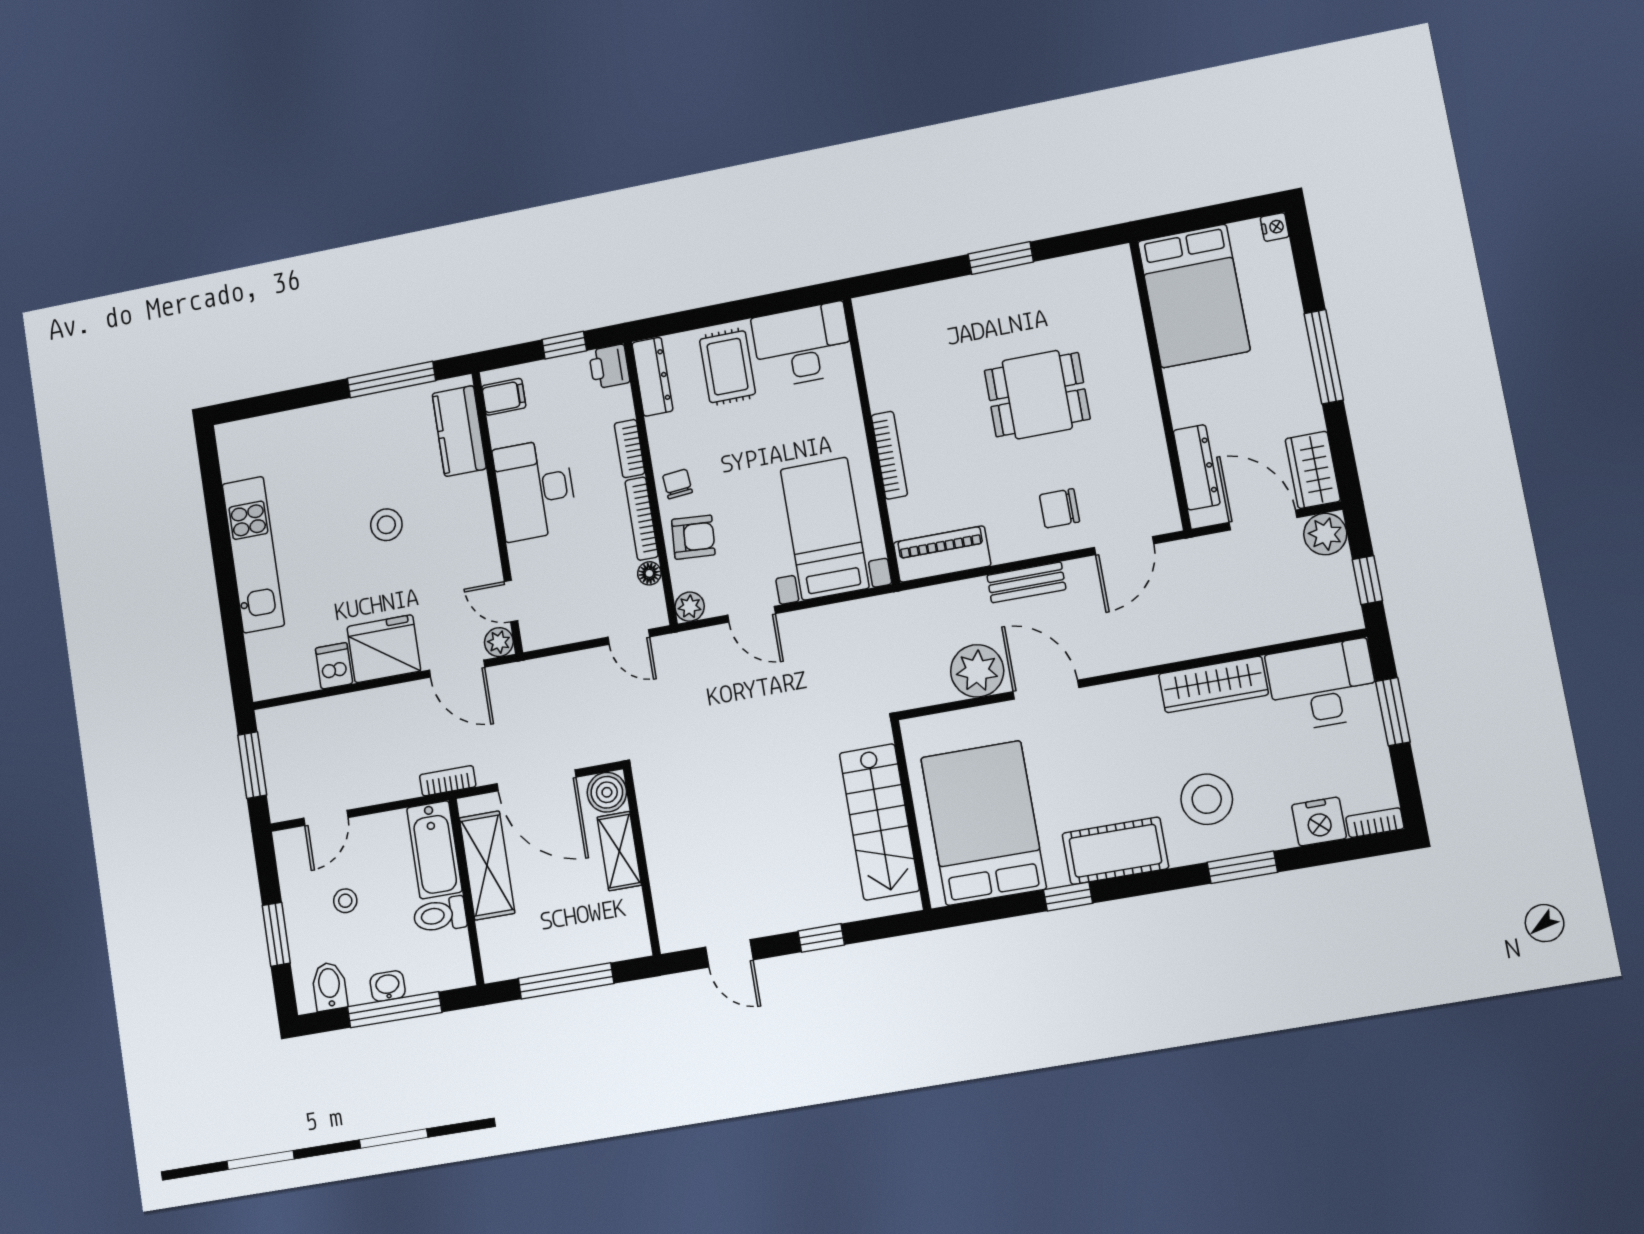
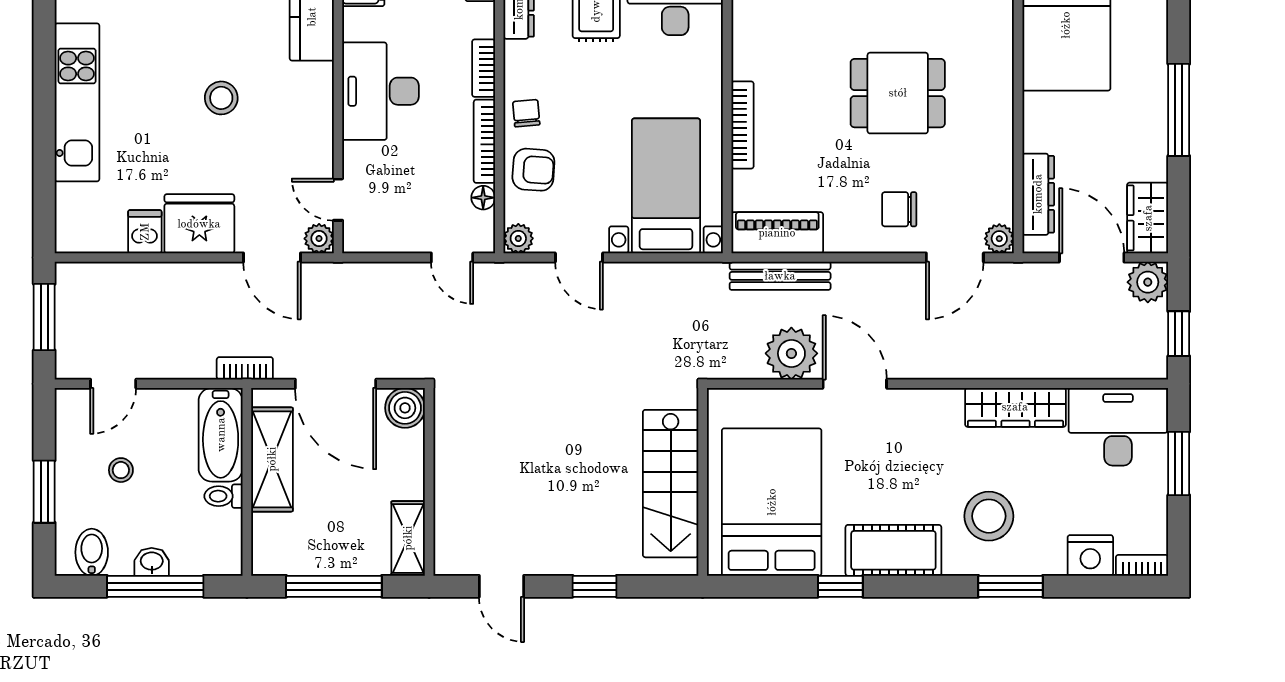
plant: (1165, 519) -> (999, 239), added
bench: (1026, 582) -> (780, 276), moved, width x1.36
shelving: (619, 851) -> (408, 538), moved
toilet: (440, 915) -> (223, 496), width x0.73, depth x0.72

